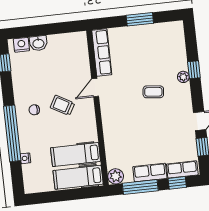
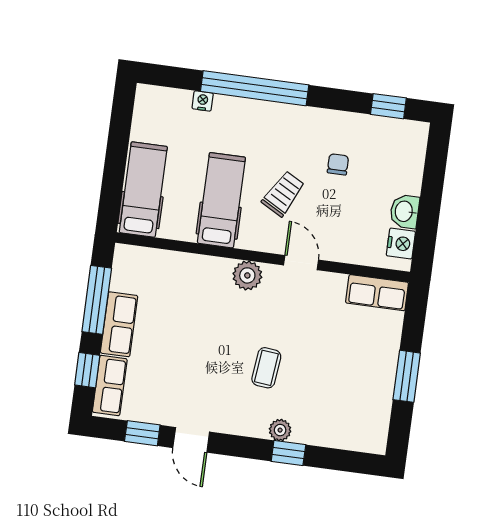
washbasin: (38, 43) -> (405, 211), moved
nightstand: (21, 45) -> (401, 243), moved
row of seats: (102, 52) -> (377, 293), width x0.68
chair: (34, 110) -> (338, 164), moved
hospital bed: (76, 155) -> (221, 200), moved
plant: (116, 176) -> (247, 275), moved

